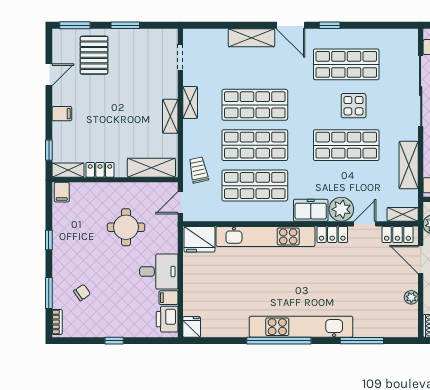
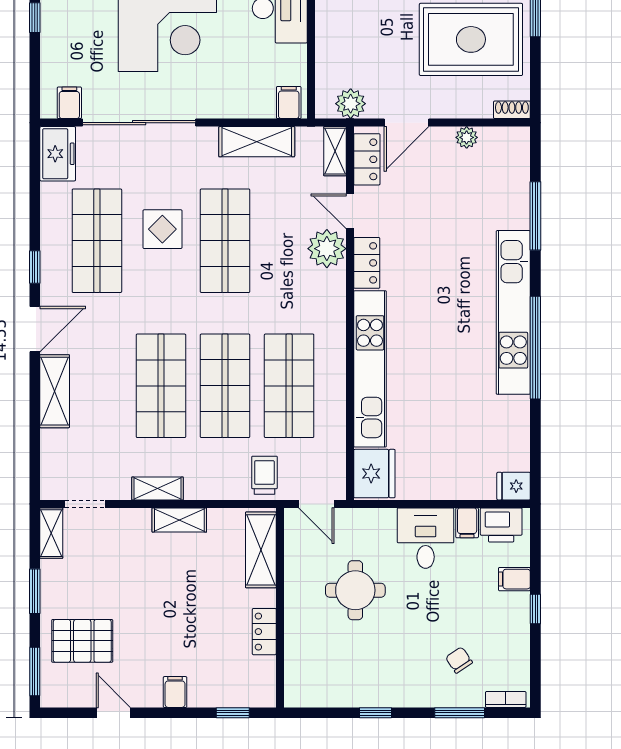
shelving: (68, 170) -> (51, 533), moved
trolley: (198, 170) -> (264, 475), turned 102
filing cabinet: (62, 192) -> (514, 579), moved, turned 180
freezer: (311, 210) -> (58, 154), moved, turned 180

